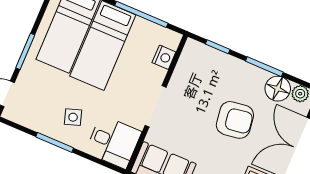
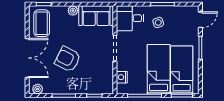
floor lamp: (278, 89) -> (51, 87), removed
armchair: (235, 120) -> (68, 59), turned 35

